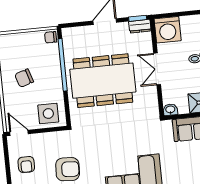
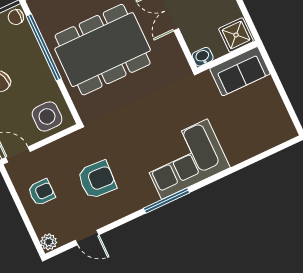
armchair: (26, 165) -> (42, 192), turned -90

